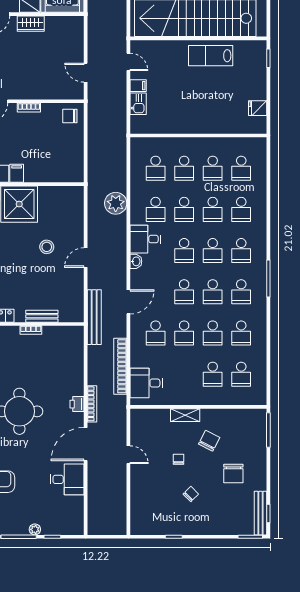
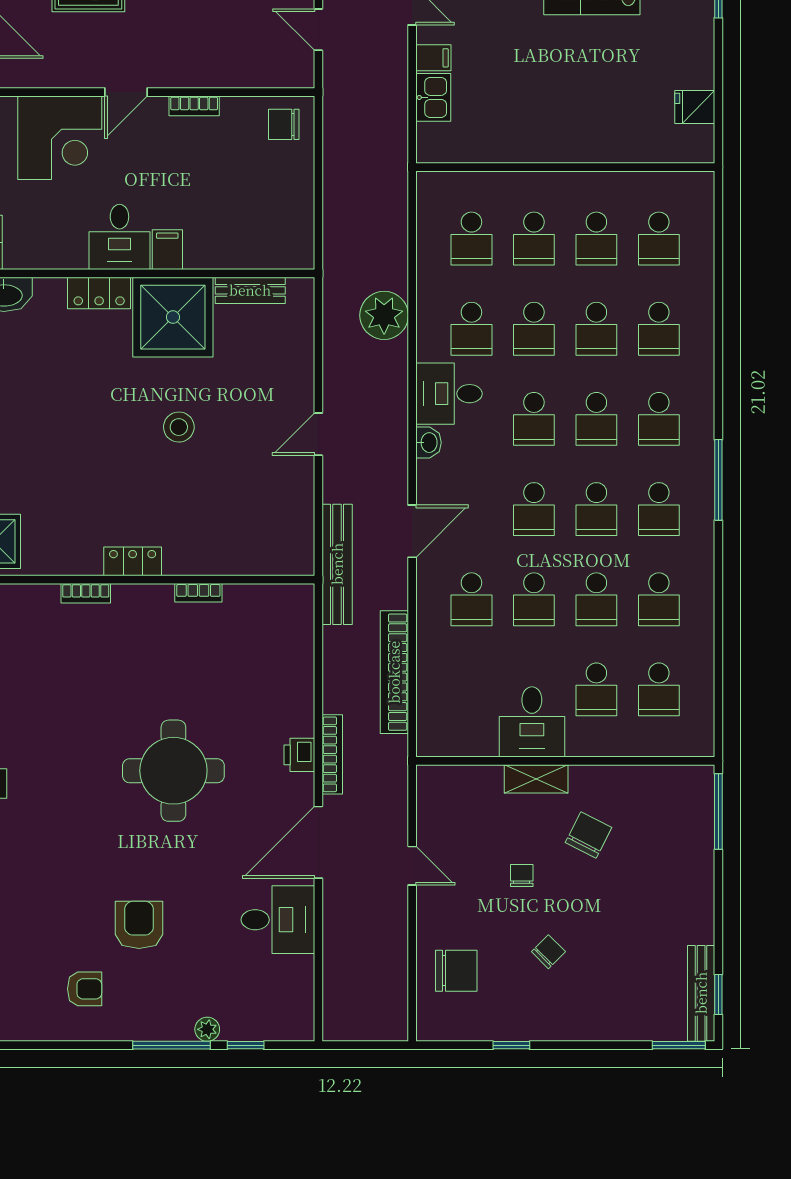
stool: (47, 247) -> (179, 427), moved
bench: (42, 316) -> (250, 290), moved
desk: (146, 383) -> (532, 722), moved, turned -90
chair: (233, 473) -> (456, 971), moved, turned -90

